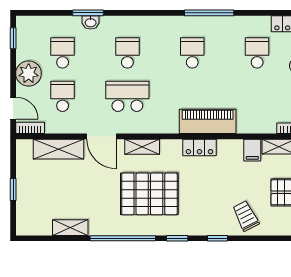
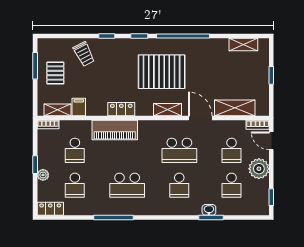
school desk: (192, 53) -> (127, 185), width x1.85
school desk: (257, 96) -> (75, 150), added
shelving: (70, 228) -> (243, 45), moved

